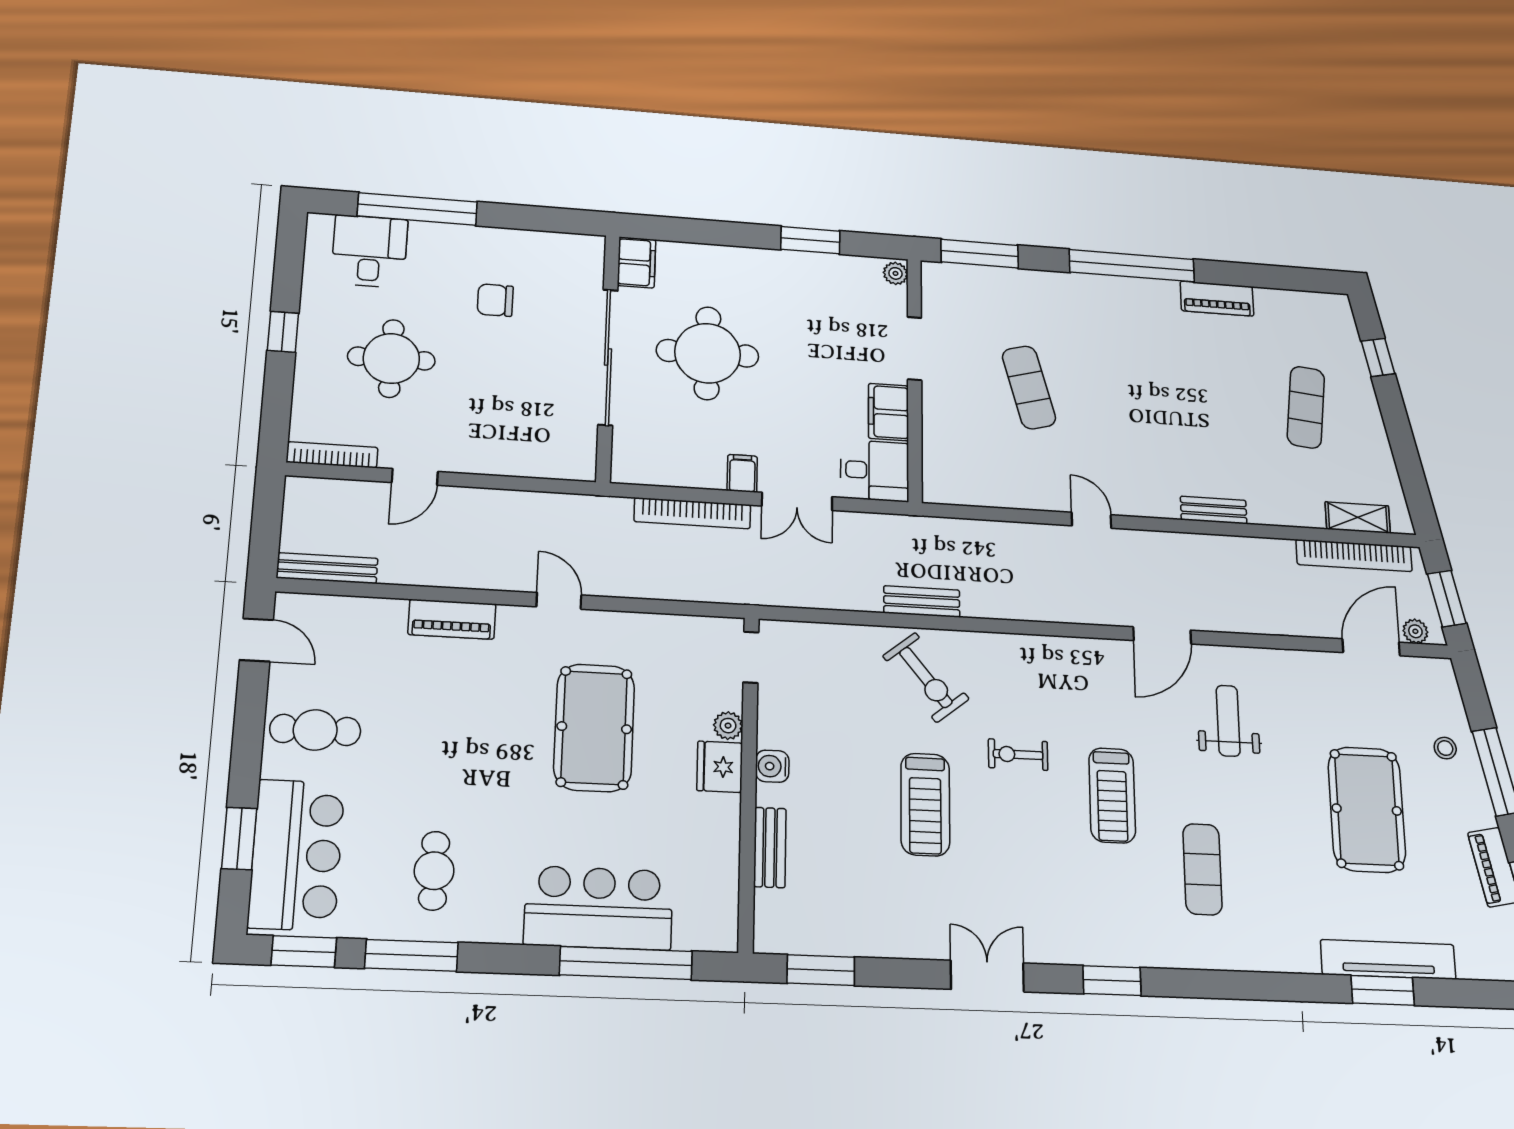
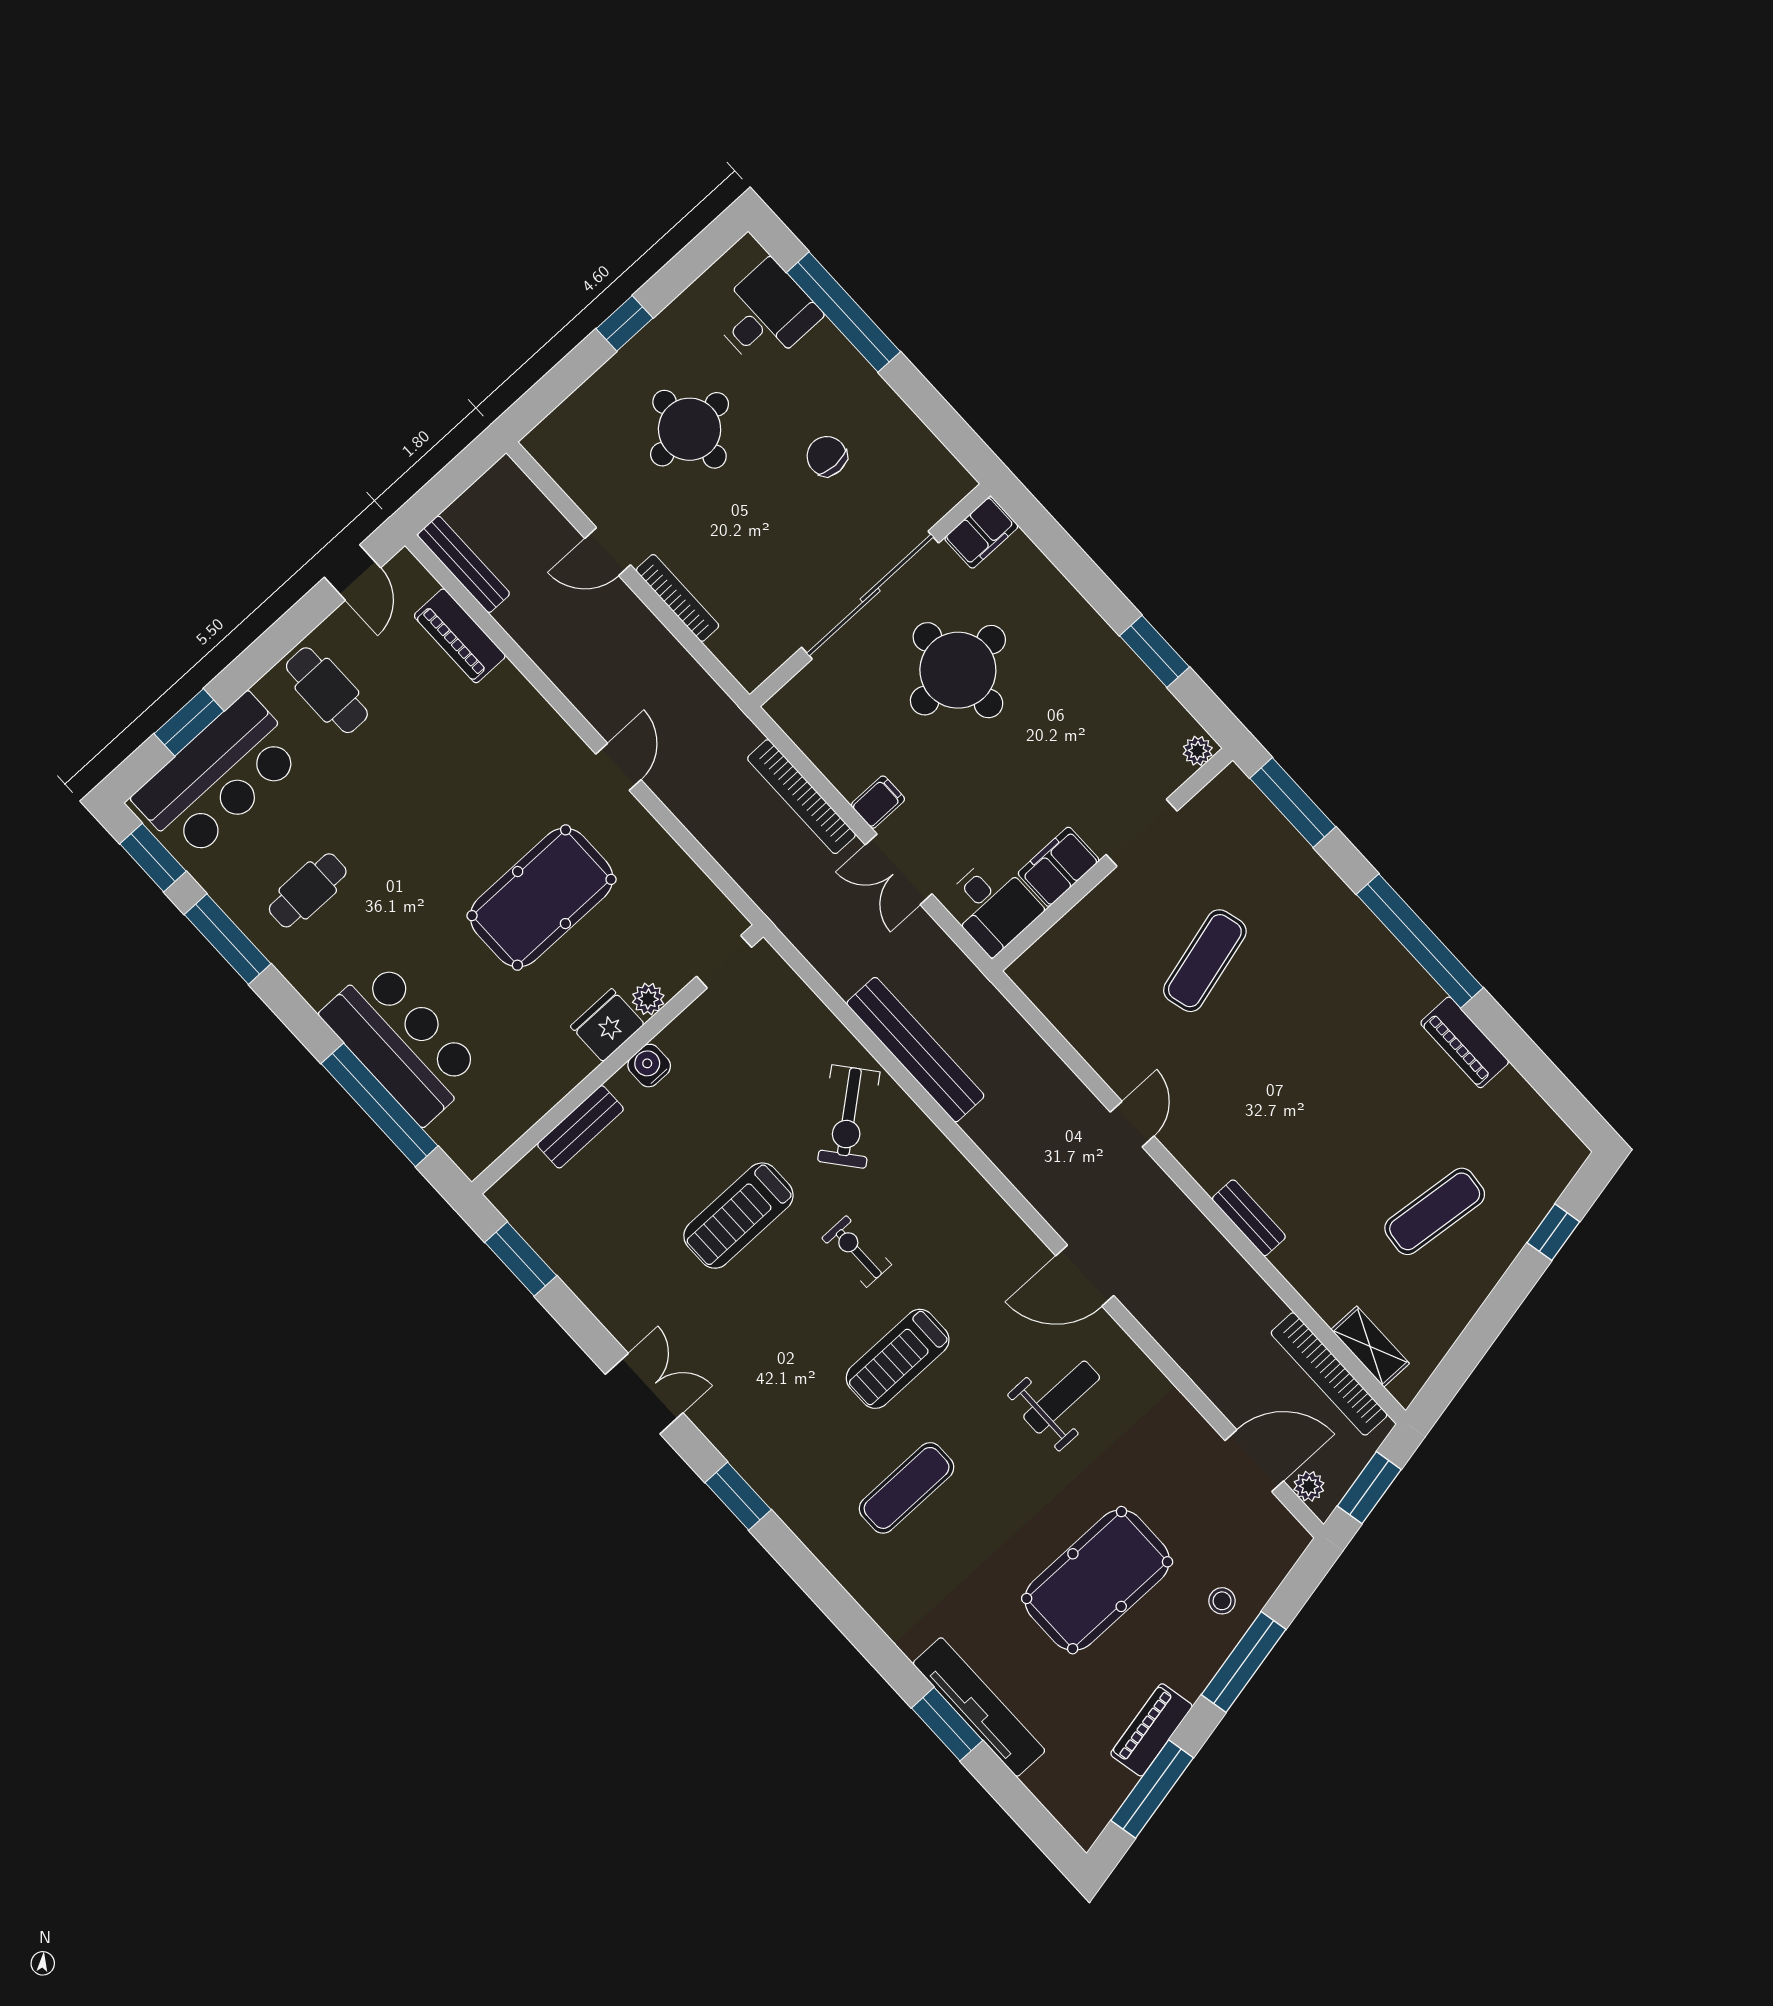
bookcase: (332, 455) -> (678, 598), moved
bench: (922, 601) -> (915, 1050), width x1.86, depth x1.21
piano: (452, 619) -> (460, 636), moved

